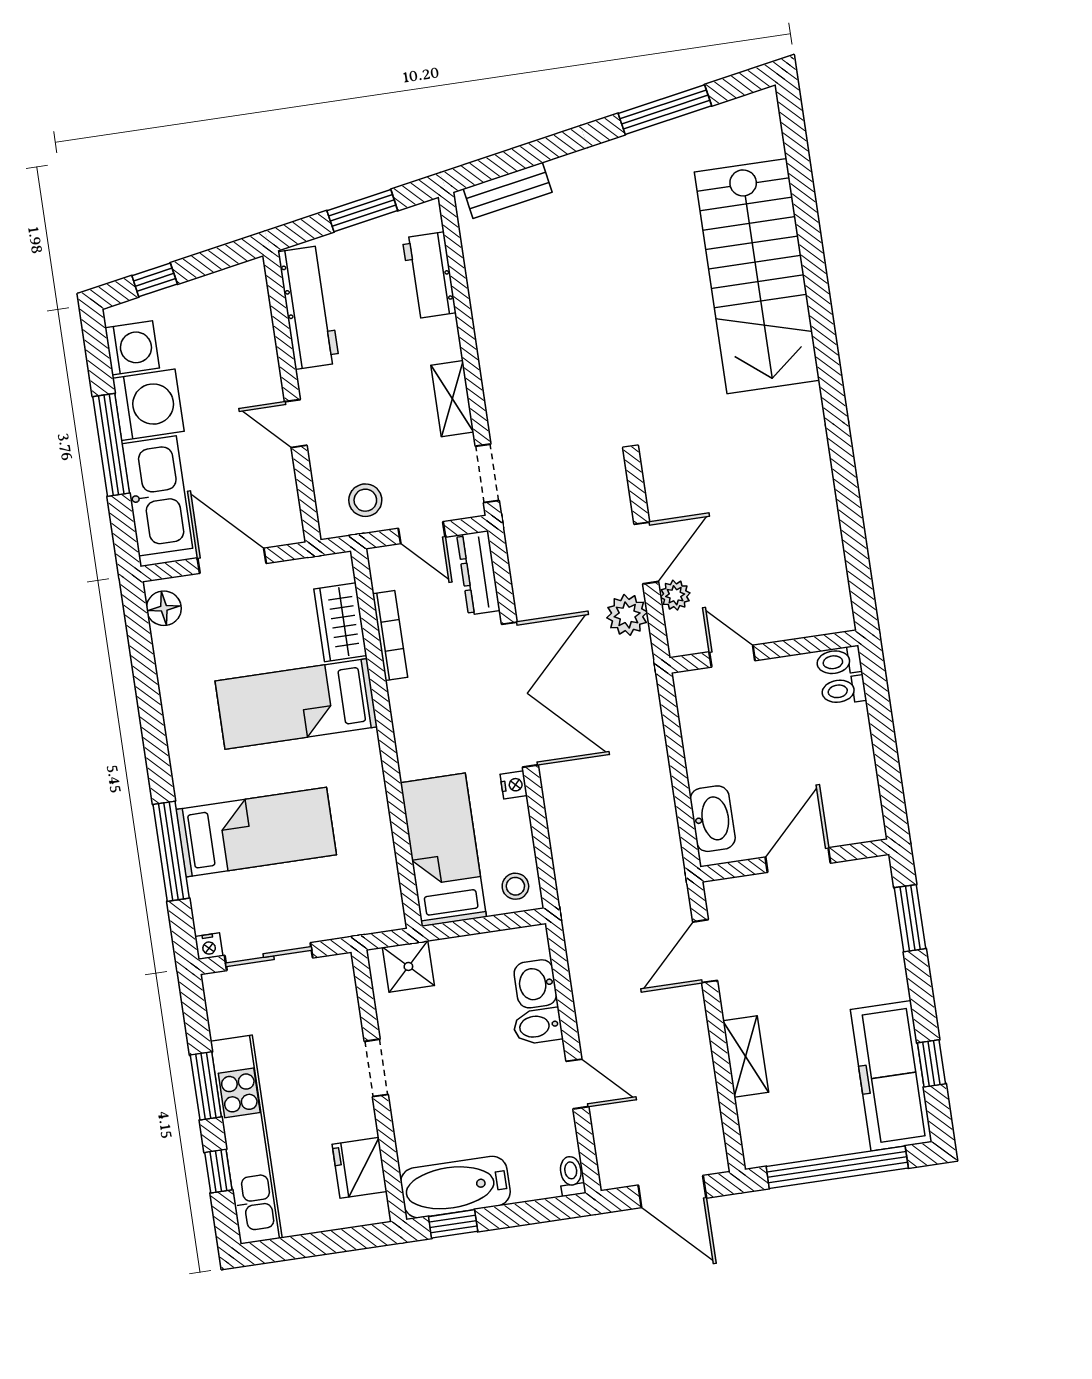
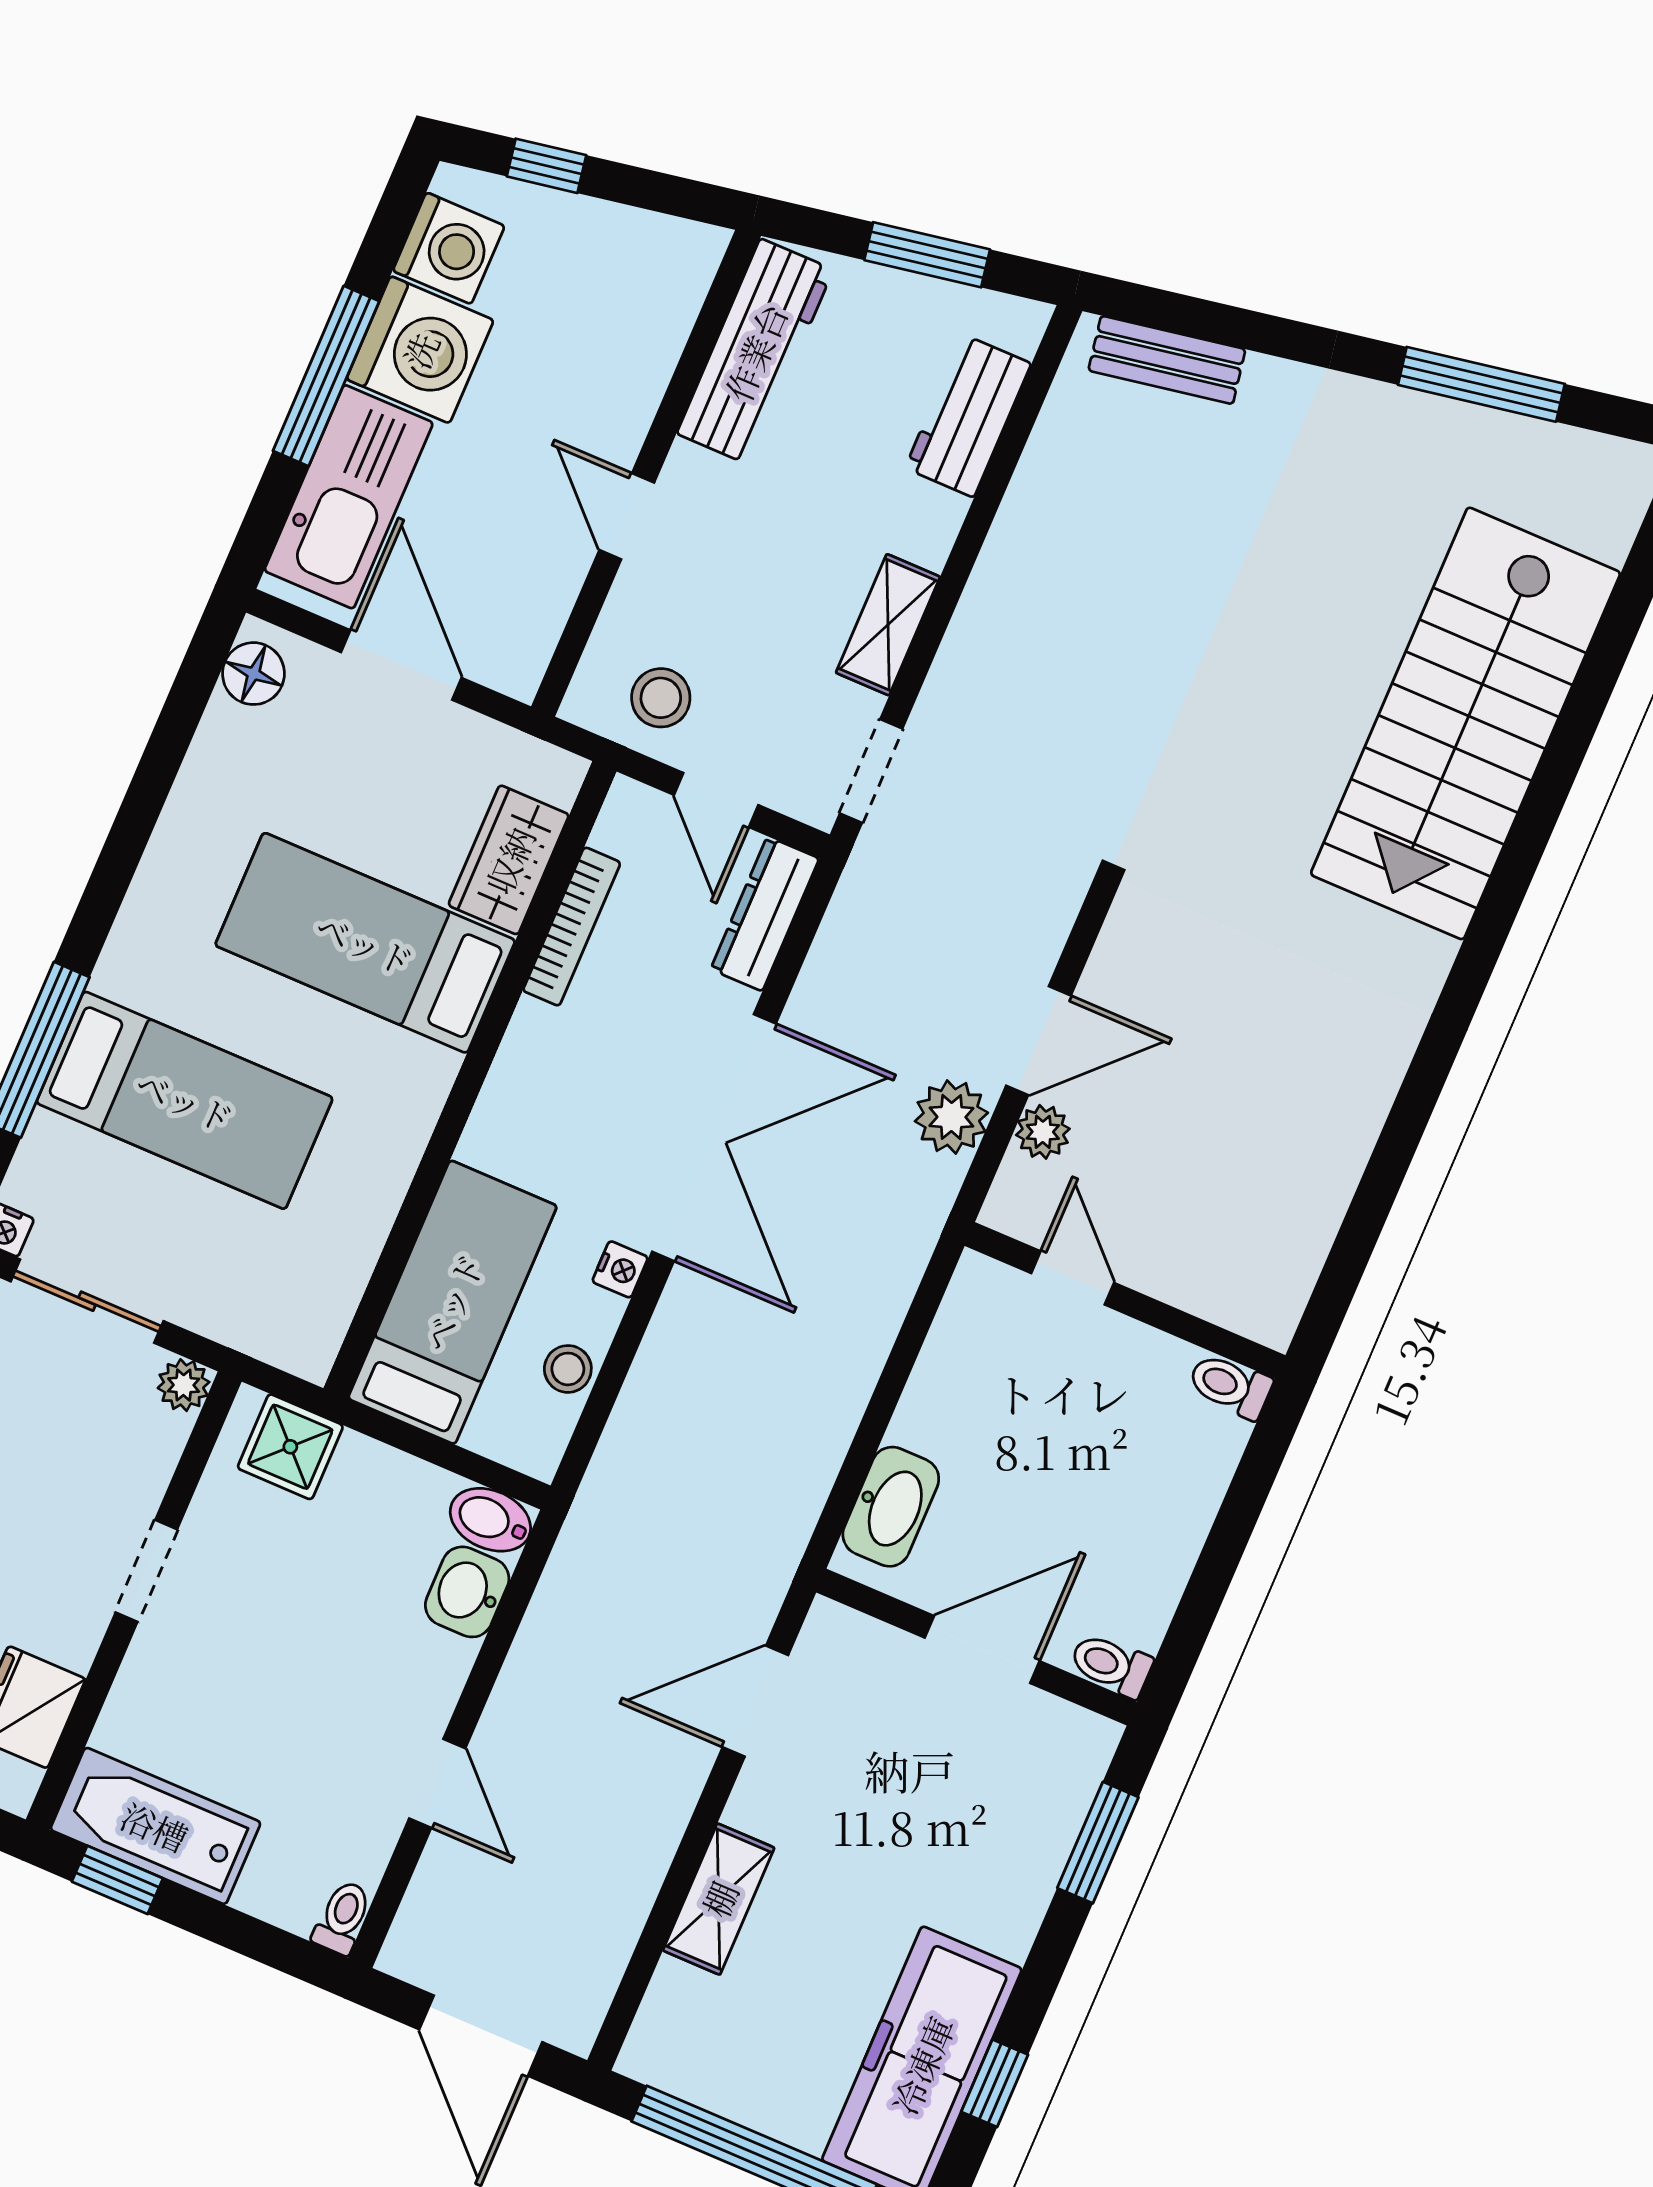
toilet: (844, 690) -> (1111, 1665), moved
stool: (515, 886) -> (568, 1369), moved
plant: (339, 968) -> (184, 1385), added
bidet: (538, 1026) -> (490, 1520), moved

